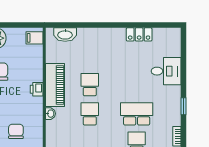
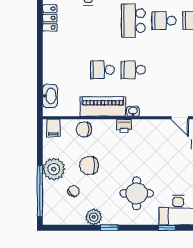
printer: (37, 89) -> (124, 126), moved
chair: (16, 131) -> (84, 129), moved

